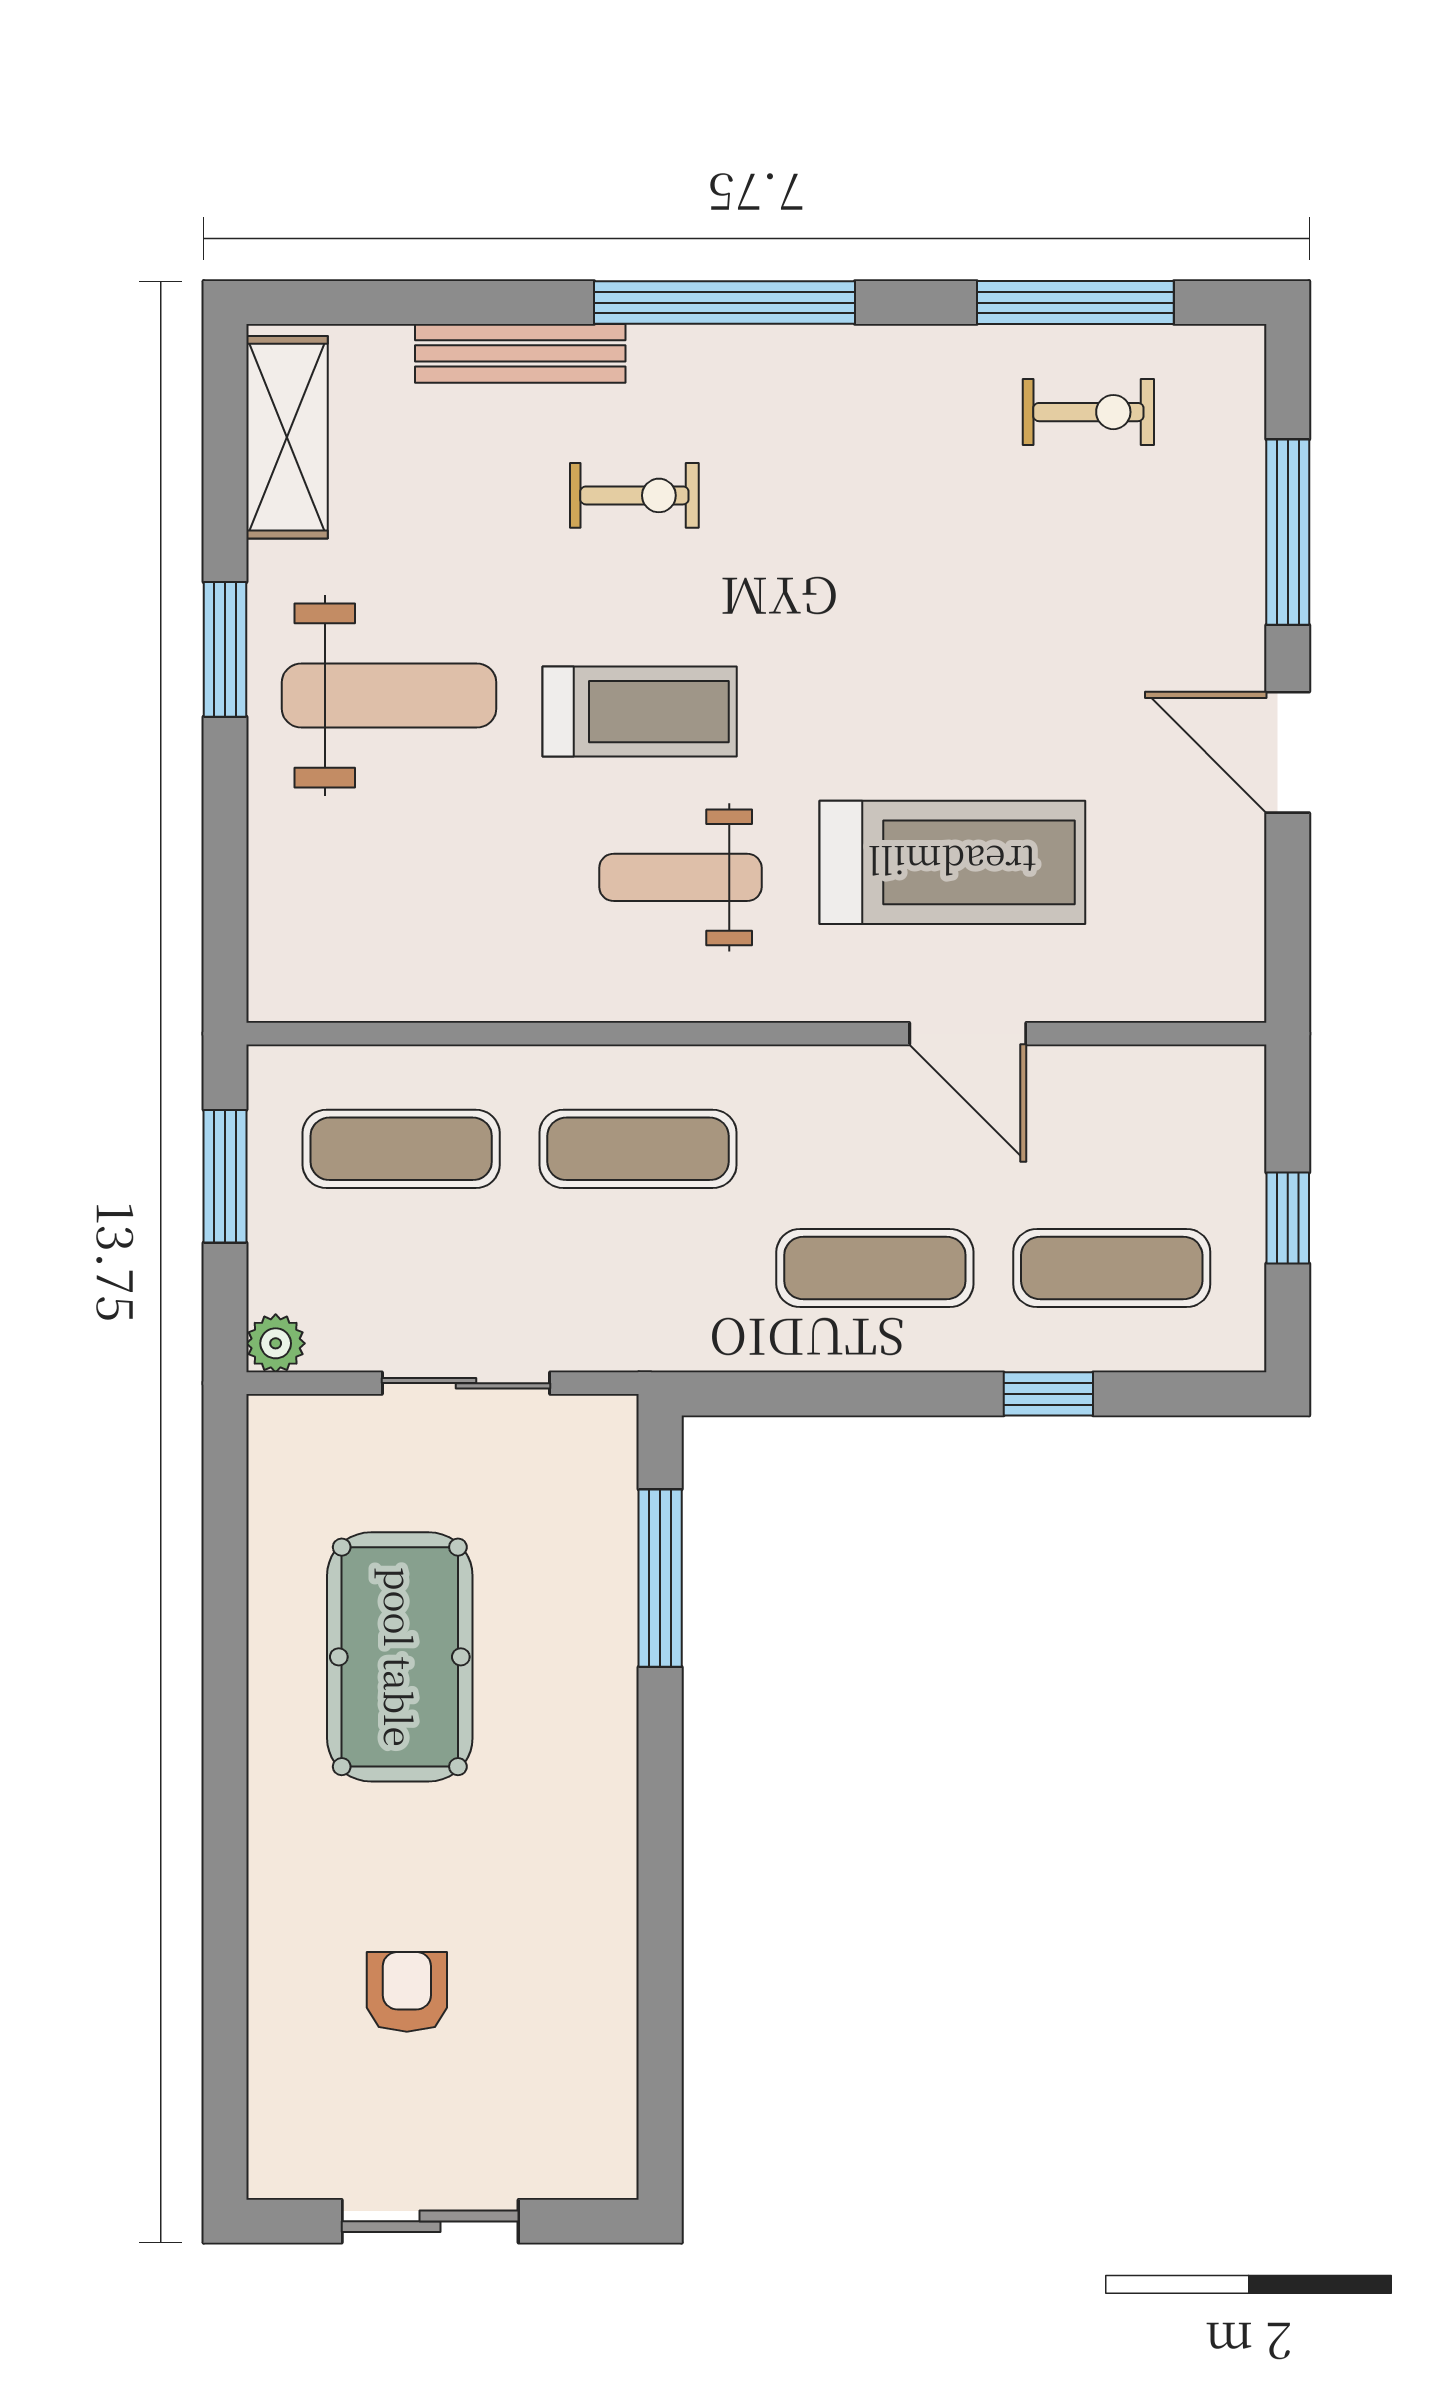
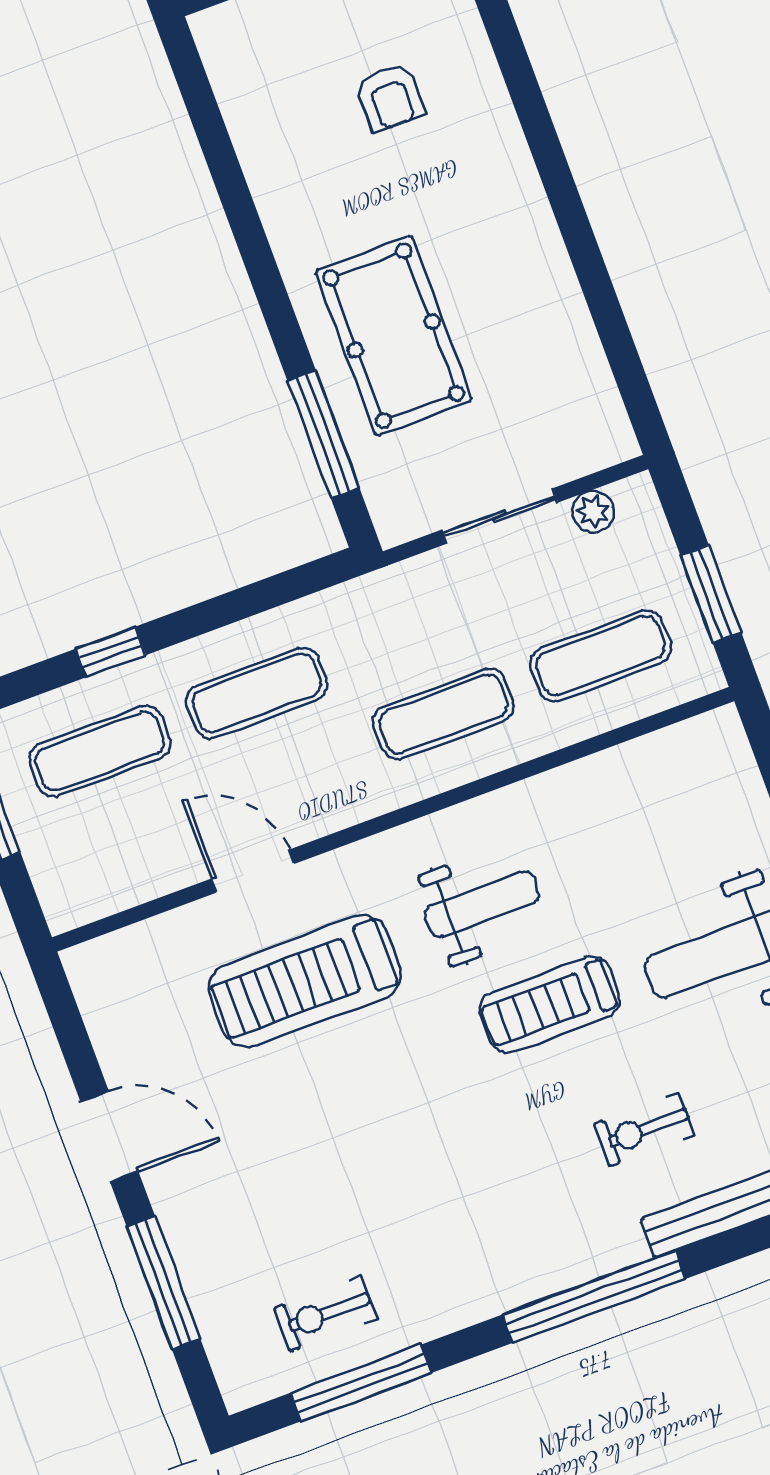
exercise bike: (634, 495) -> (644, 1129), moved
plant: (276, 1343) -> (593, 512), moved
pool table: (400, 1657) -> (394, 336), moved

